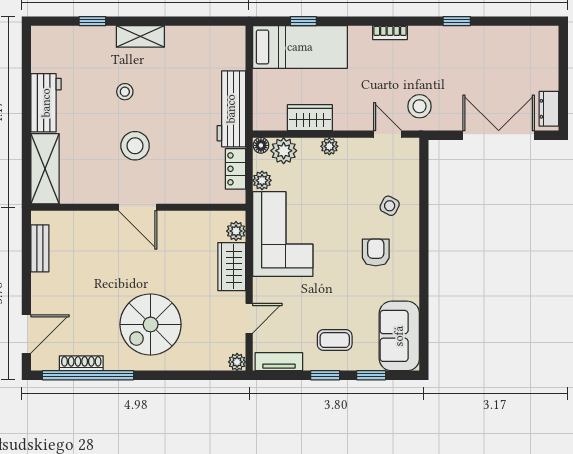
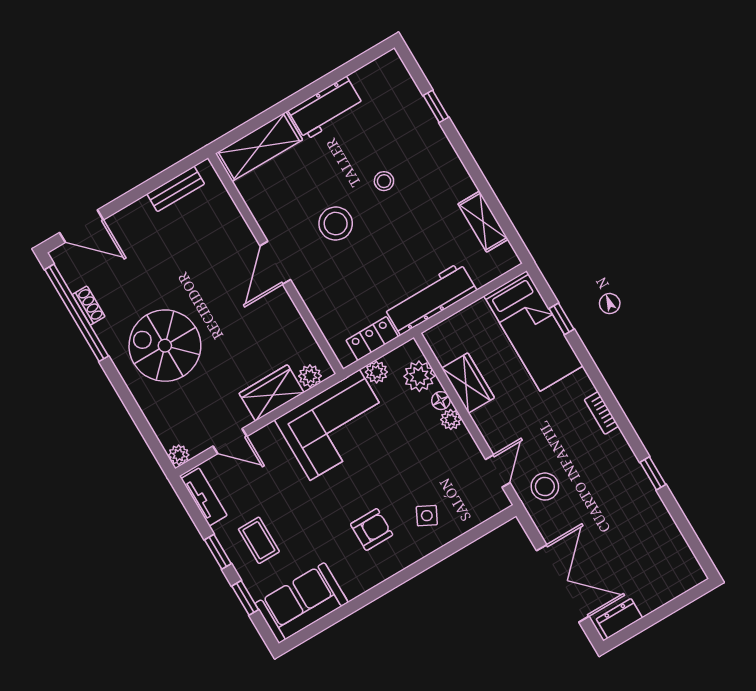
shelving: (140, 36) -> (483, 222), moved
floor lamp: (261, 145) -> (441, 401), moved
shoe rack: (81, 363) -> (89, 306), width x0.70

